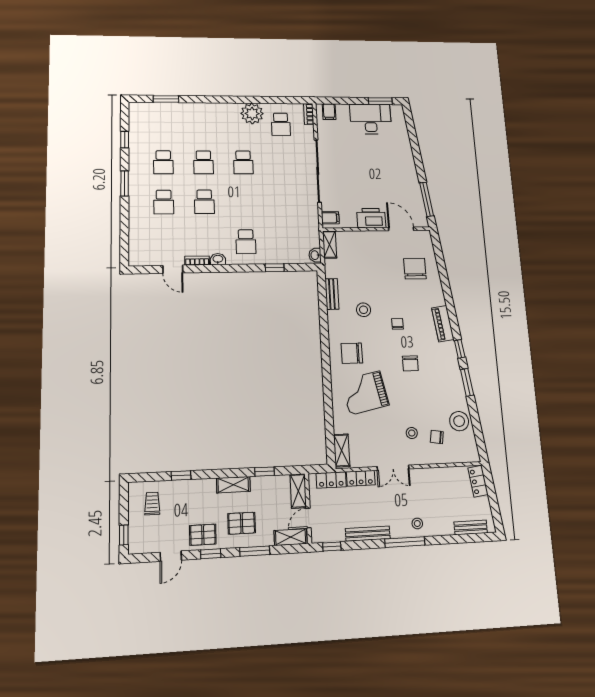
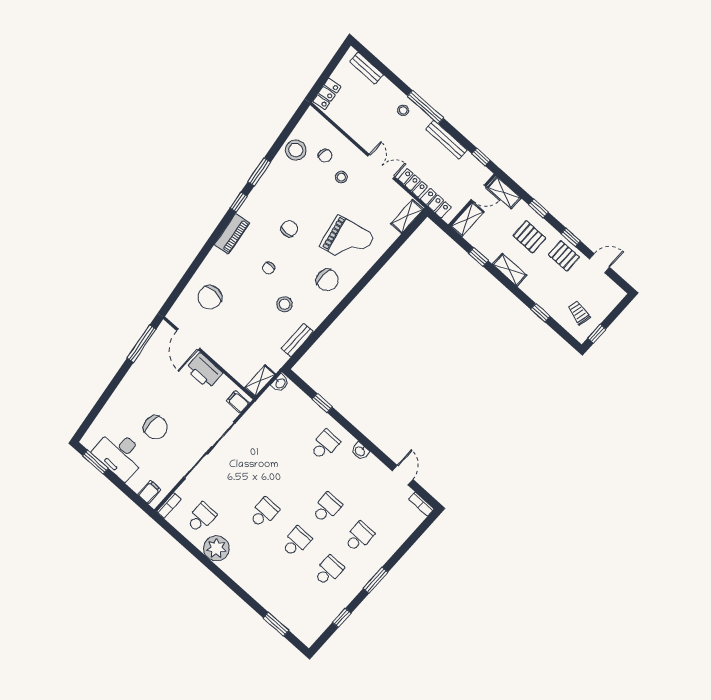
chair: (366, 155) -> (155, 427), added
bookcase: (197, 261) -> (421, 504), moved
trolley: (152, 504) -> (579, 313), turned 103
window: (124, 535) -> (597, 334), moved
window: (255, 551) -> (539, 208), width x0.67

